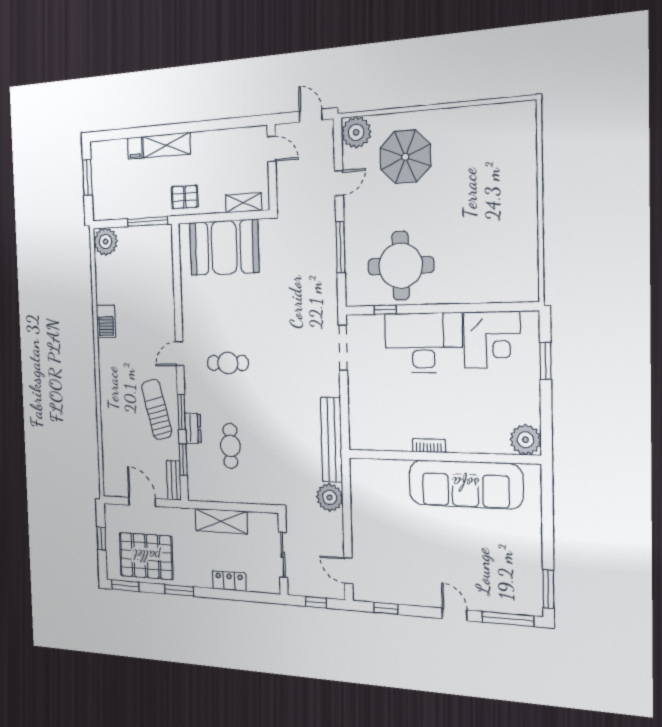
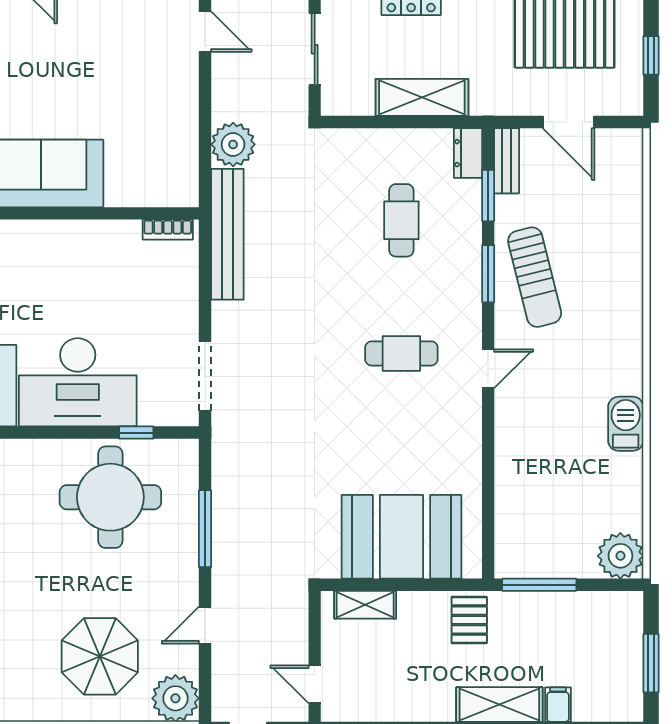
pallet: (185, 197) -> (469, 620), turned 90
dresser: (193, 428) -> (468, 153), moved
bookcase: (429, 446) -> (168, 229), moved

